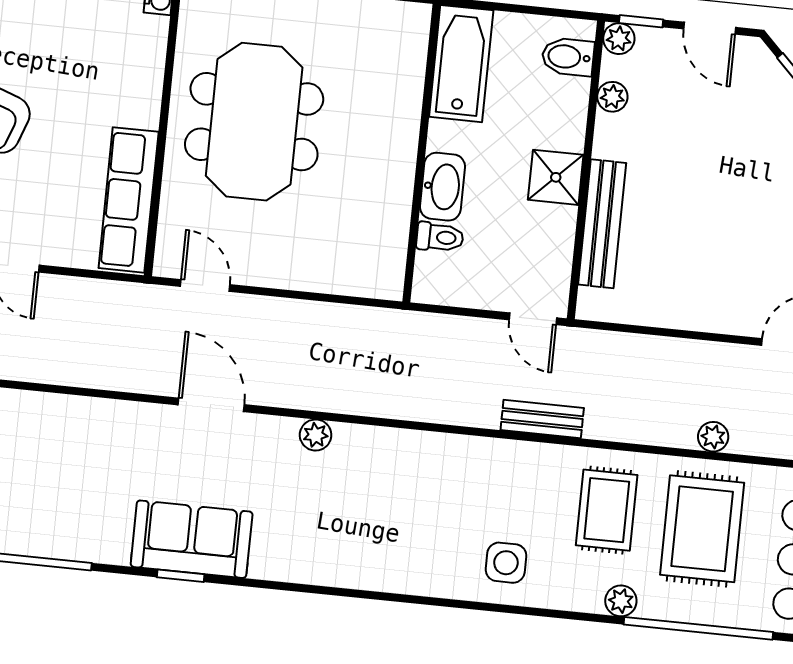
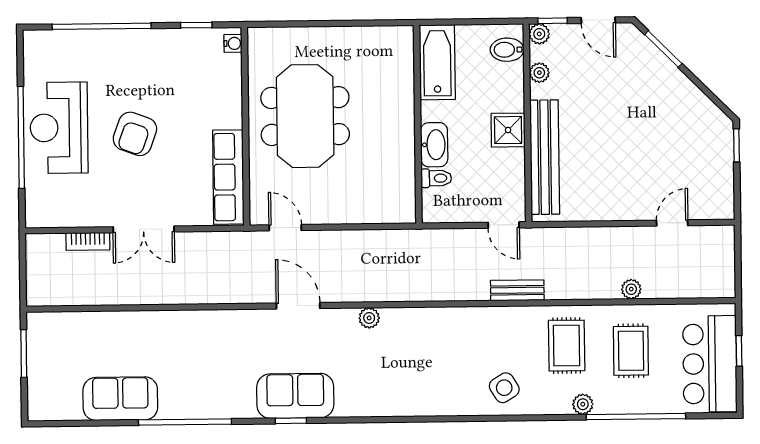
bench: (602, 224) -> (545, 157), width x1.37, depth x1.21
rug: (702, 529) -> (631, 351), width x0.73, depth x0.70
side table: (506, 563) -> (504, 388), turned -32

